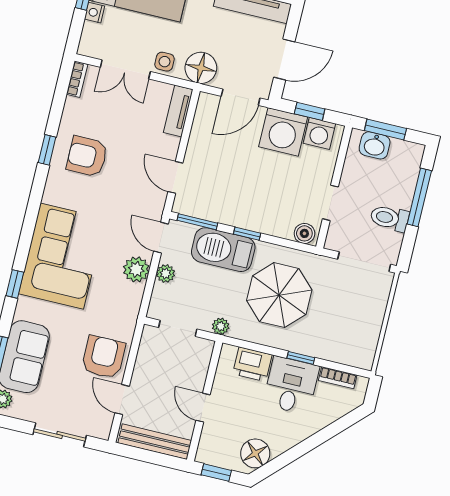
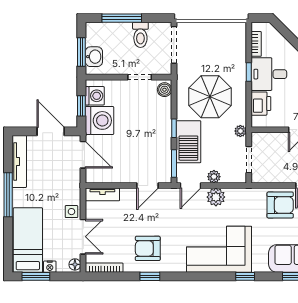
floor lamp: (201, 68) -> (75, 264), moved, width x0.53, depth x0.53
bookcase: (77, 79) -> (104, 268), width x1.56
armchair: (87, 156) -> (148, 248), turned 90
armchair: (103, 357) -> (280, 205), turned 180

